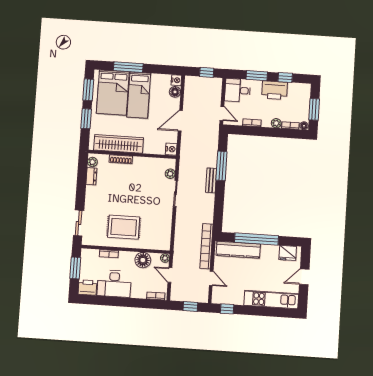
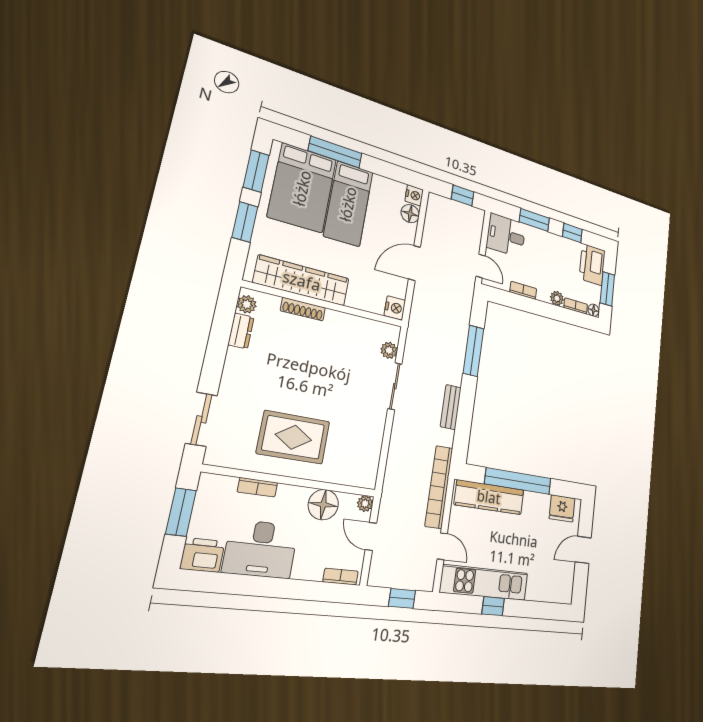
printer: (275, 90) -> (592, 265), moved, turned 90
bench: (211, 180) -> (451, 407), moved
kitchen unit: (271, 300) -> (484, 583), moved
window: (227, 309) -> (493, 606), moved

